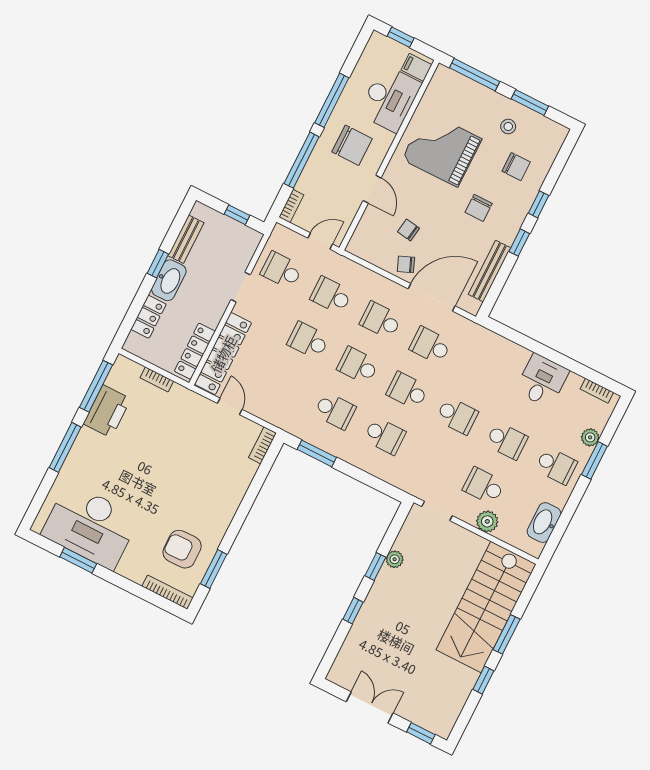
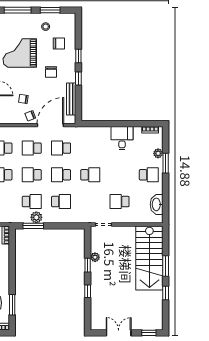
school desk: (507, 441) -> (120, 175), removed
plant: (487, 521) -> (36, 217), moved

